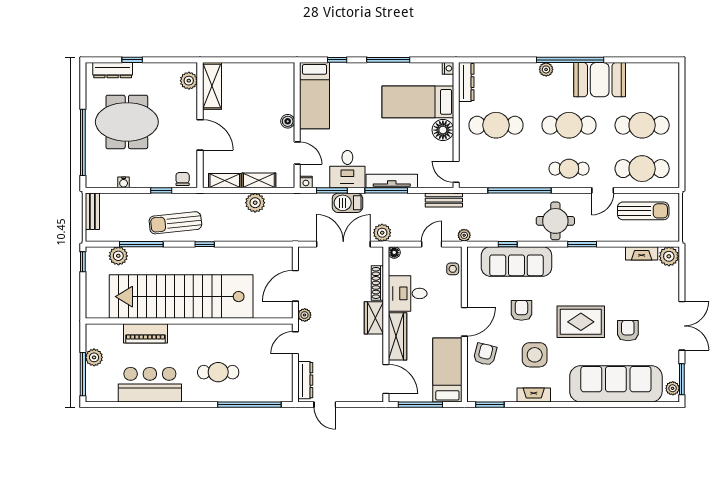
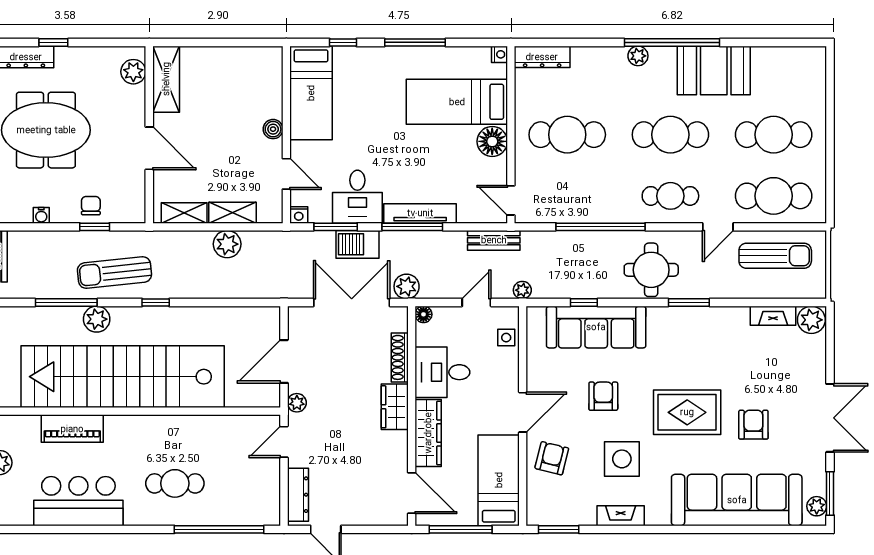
dresser: (466, 82) -> (542, 57), moved, turned 90
chair: (183, 179) -> (91, 206), moved
plant: (118, 256) -> (97, 319), moved

